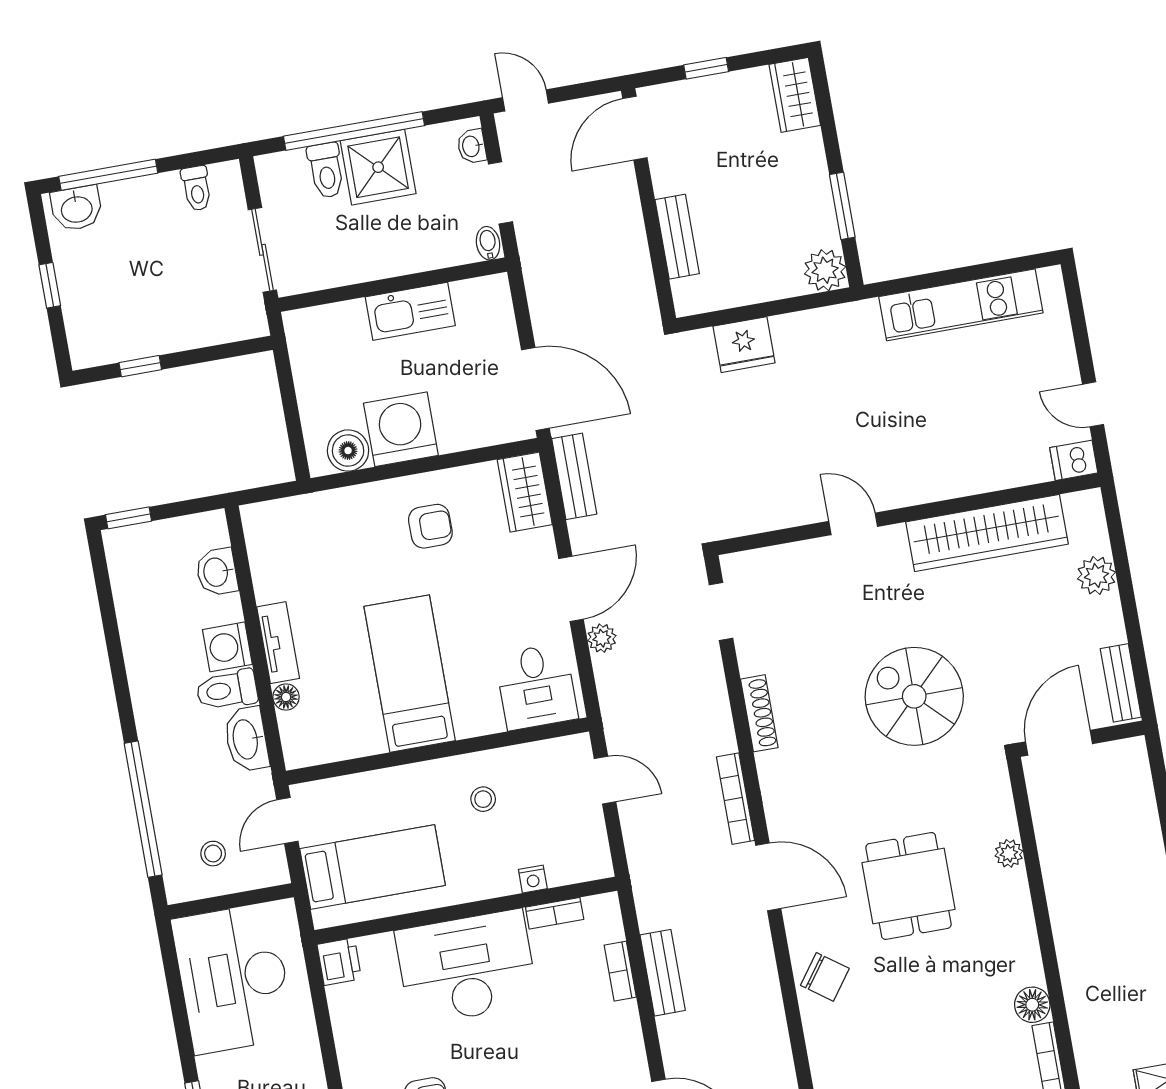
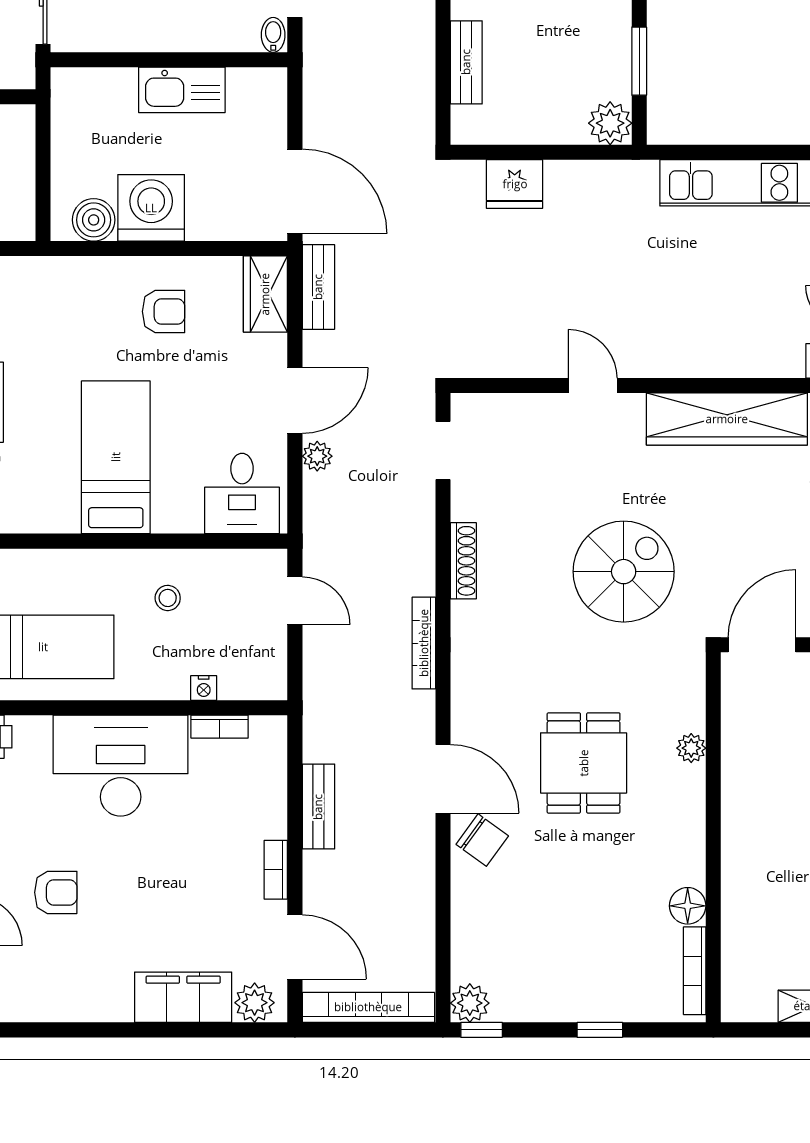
spiral stairs: (914, 696) -> (624, 572), turned 90
door: (768, 877) -> (443, 779), moved
bookcase: (620, 971) -> (276, 870), moved

